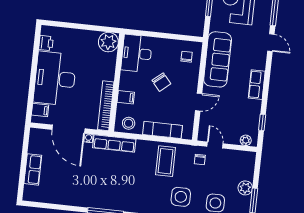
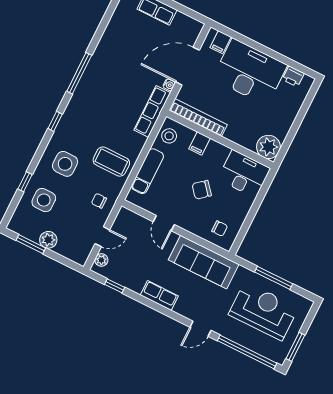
door: (215, 145) -> (102, 237), moved

